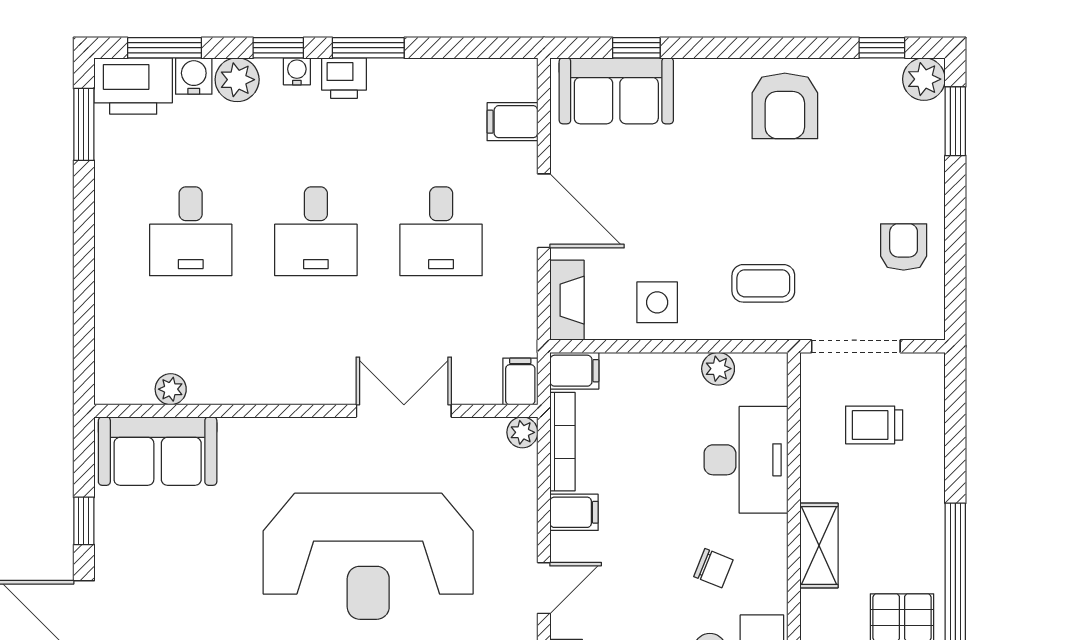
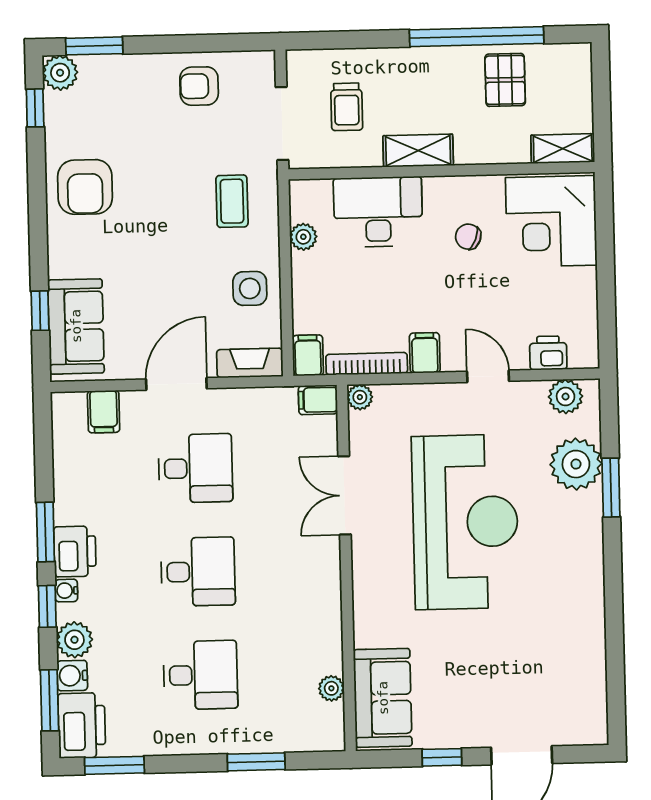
printer: (344, 78) -> (75, 551), width x1.36, depth x1.24
armchair: (785, 106) -> (85, 187), turned 90
window: (84, 296) -> (256, 762), added
shelving: (819, 546) -> (418, 151), moved
chair: (713, 568) -> (468, 237), turned -91

